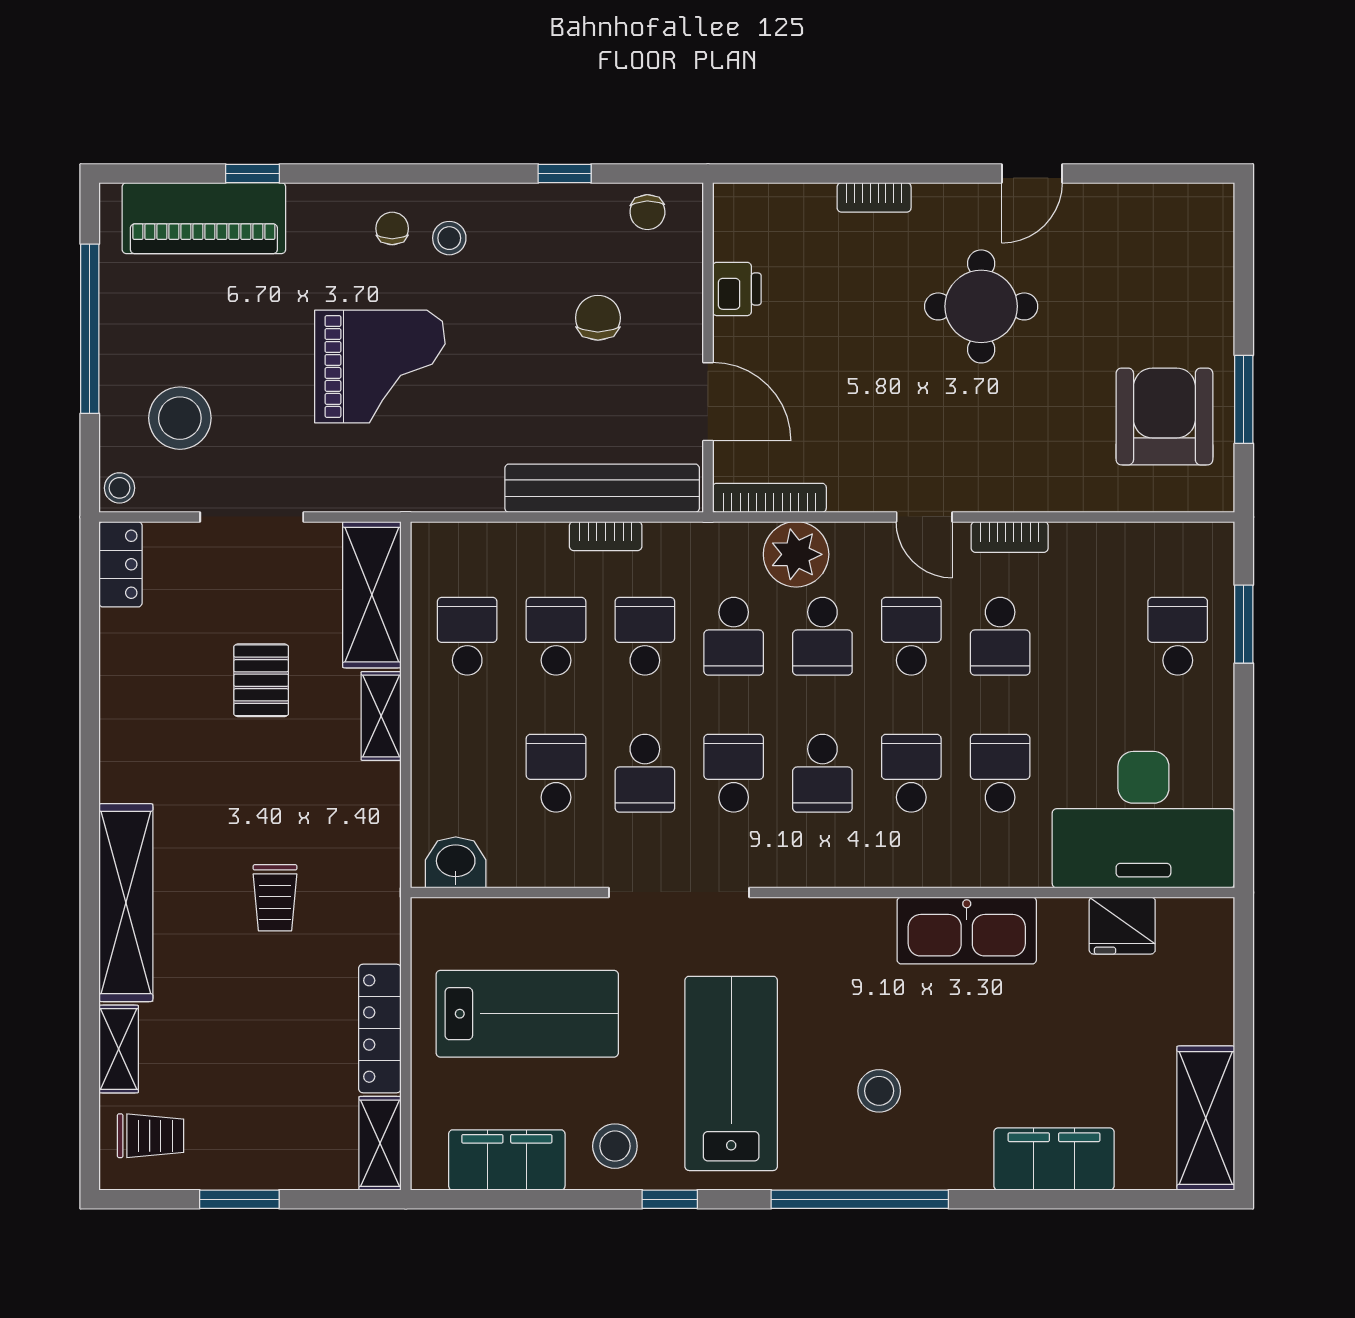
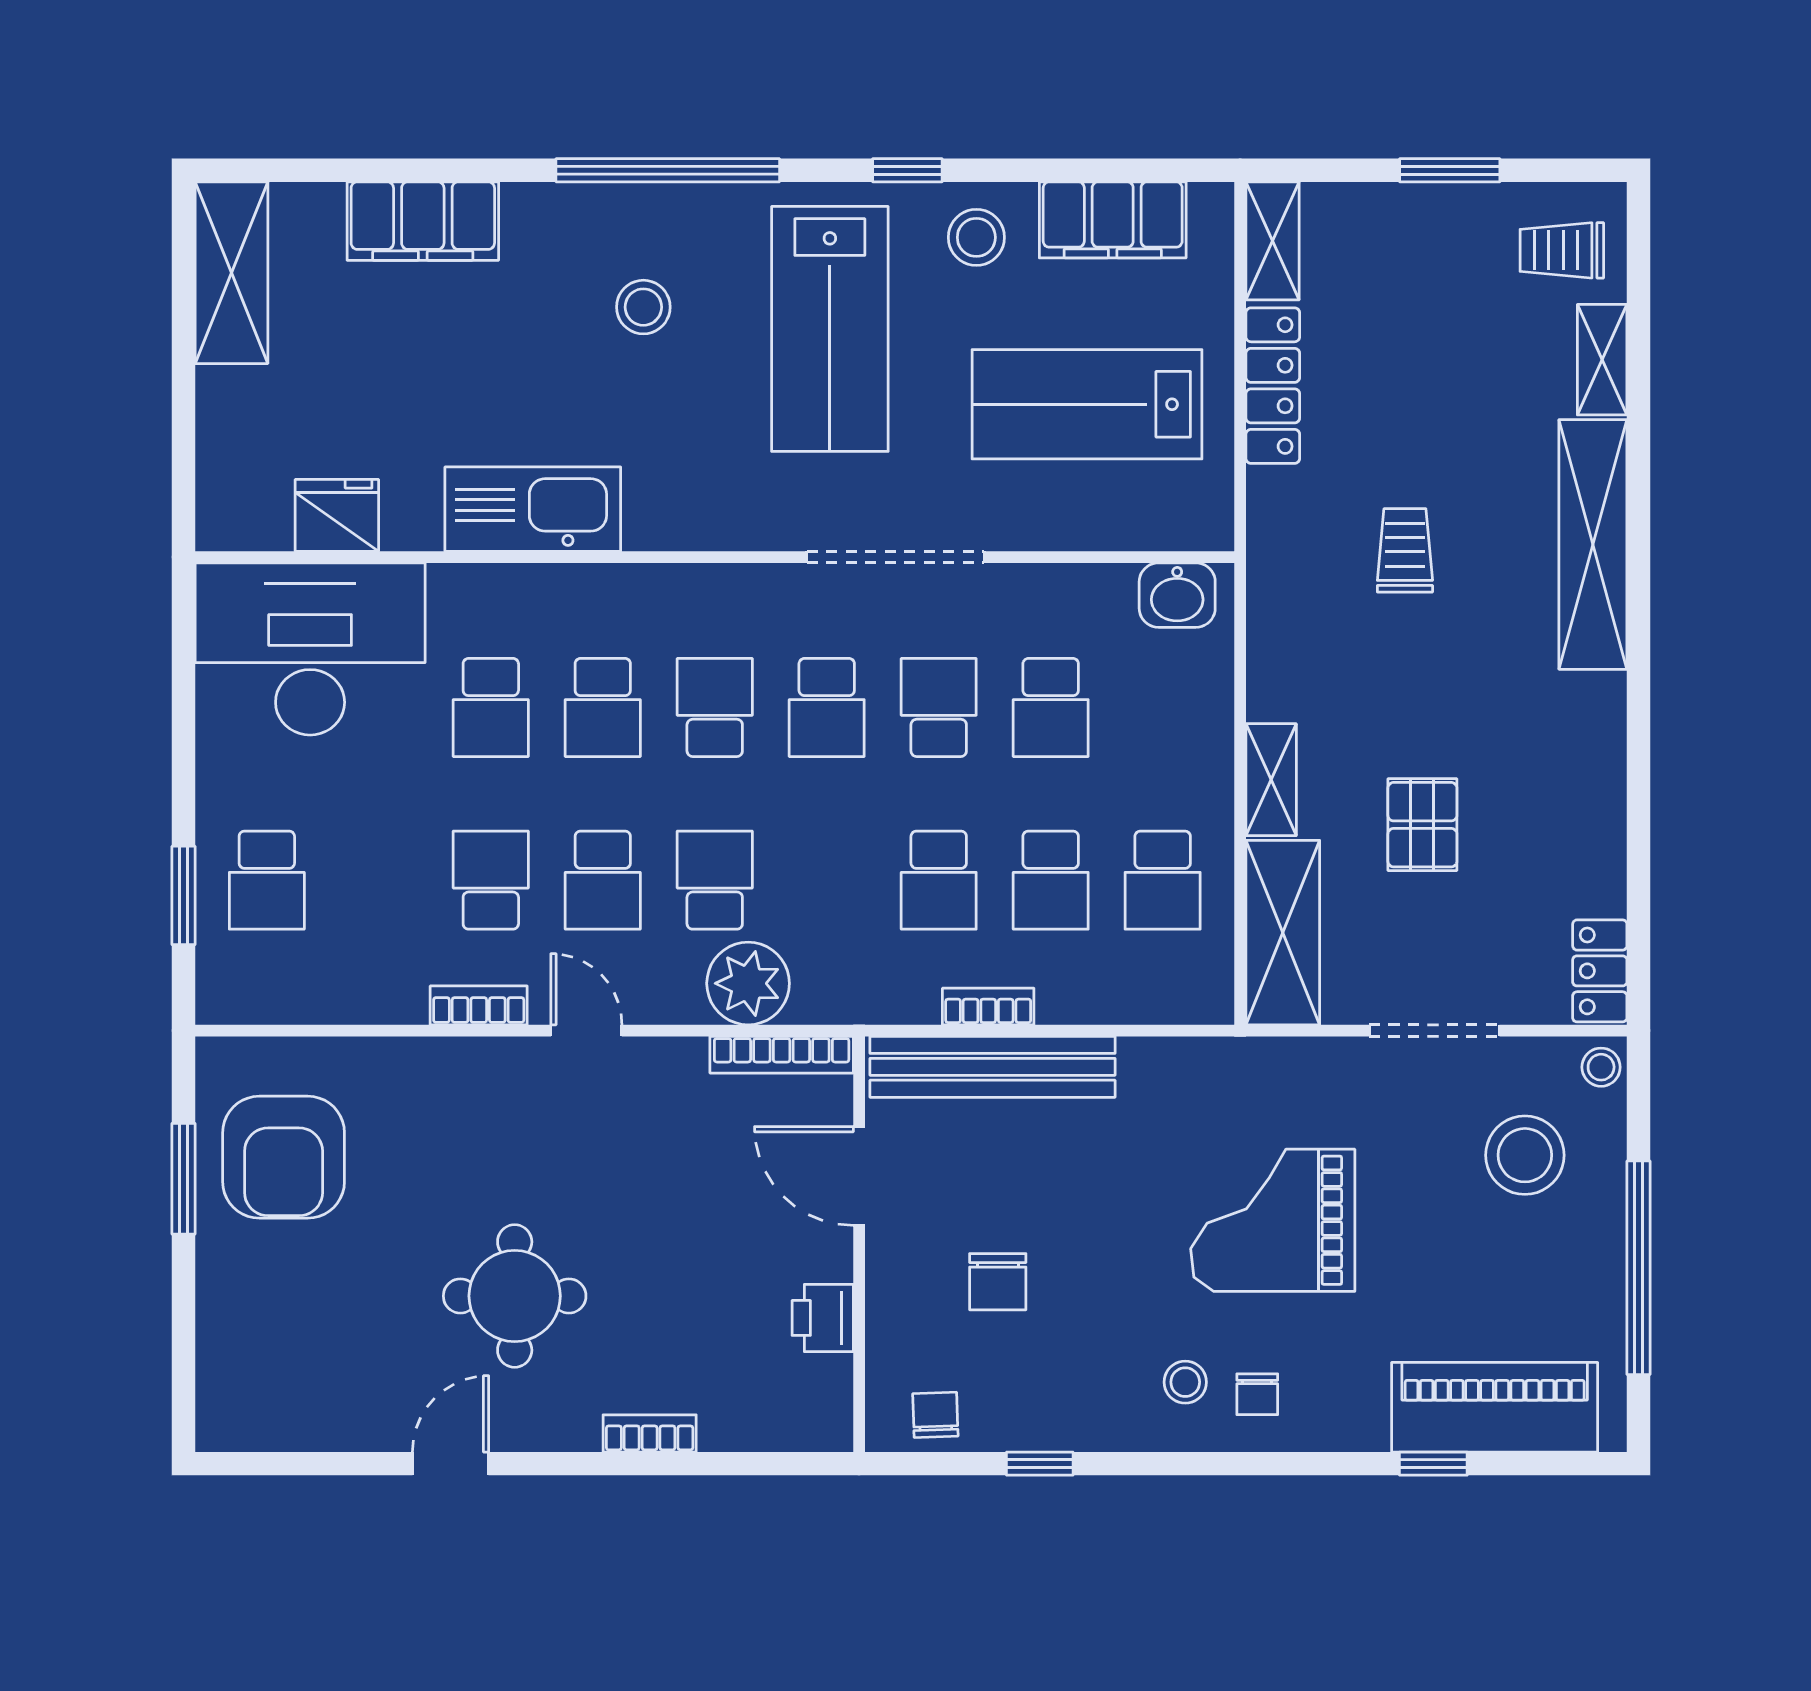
school desk: (734, 636) -> (827, 880), removed

